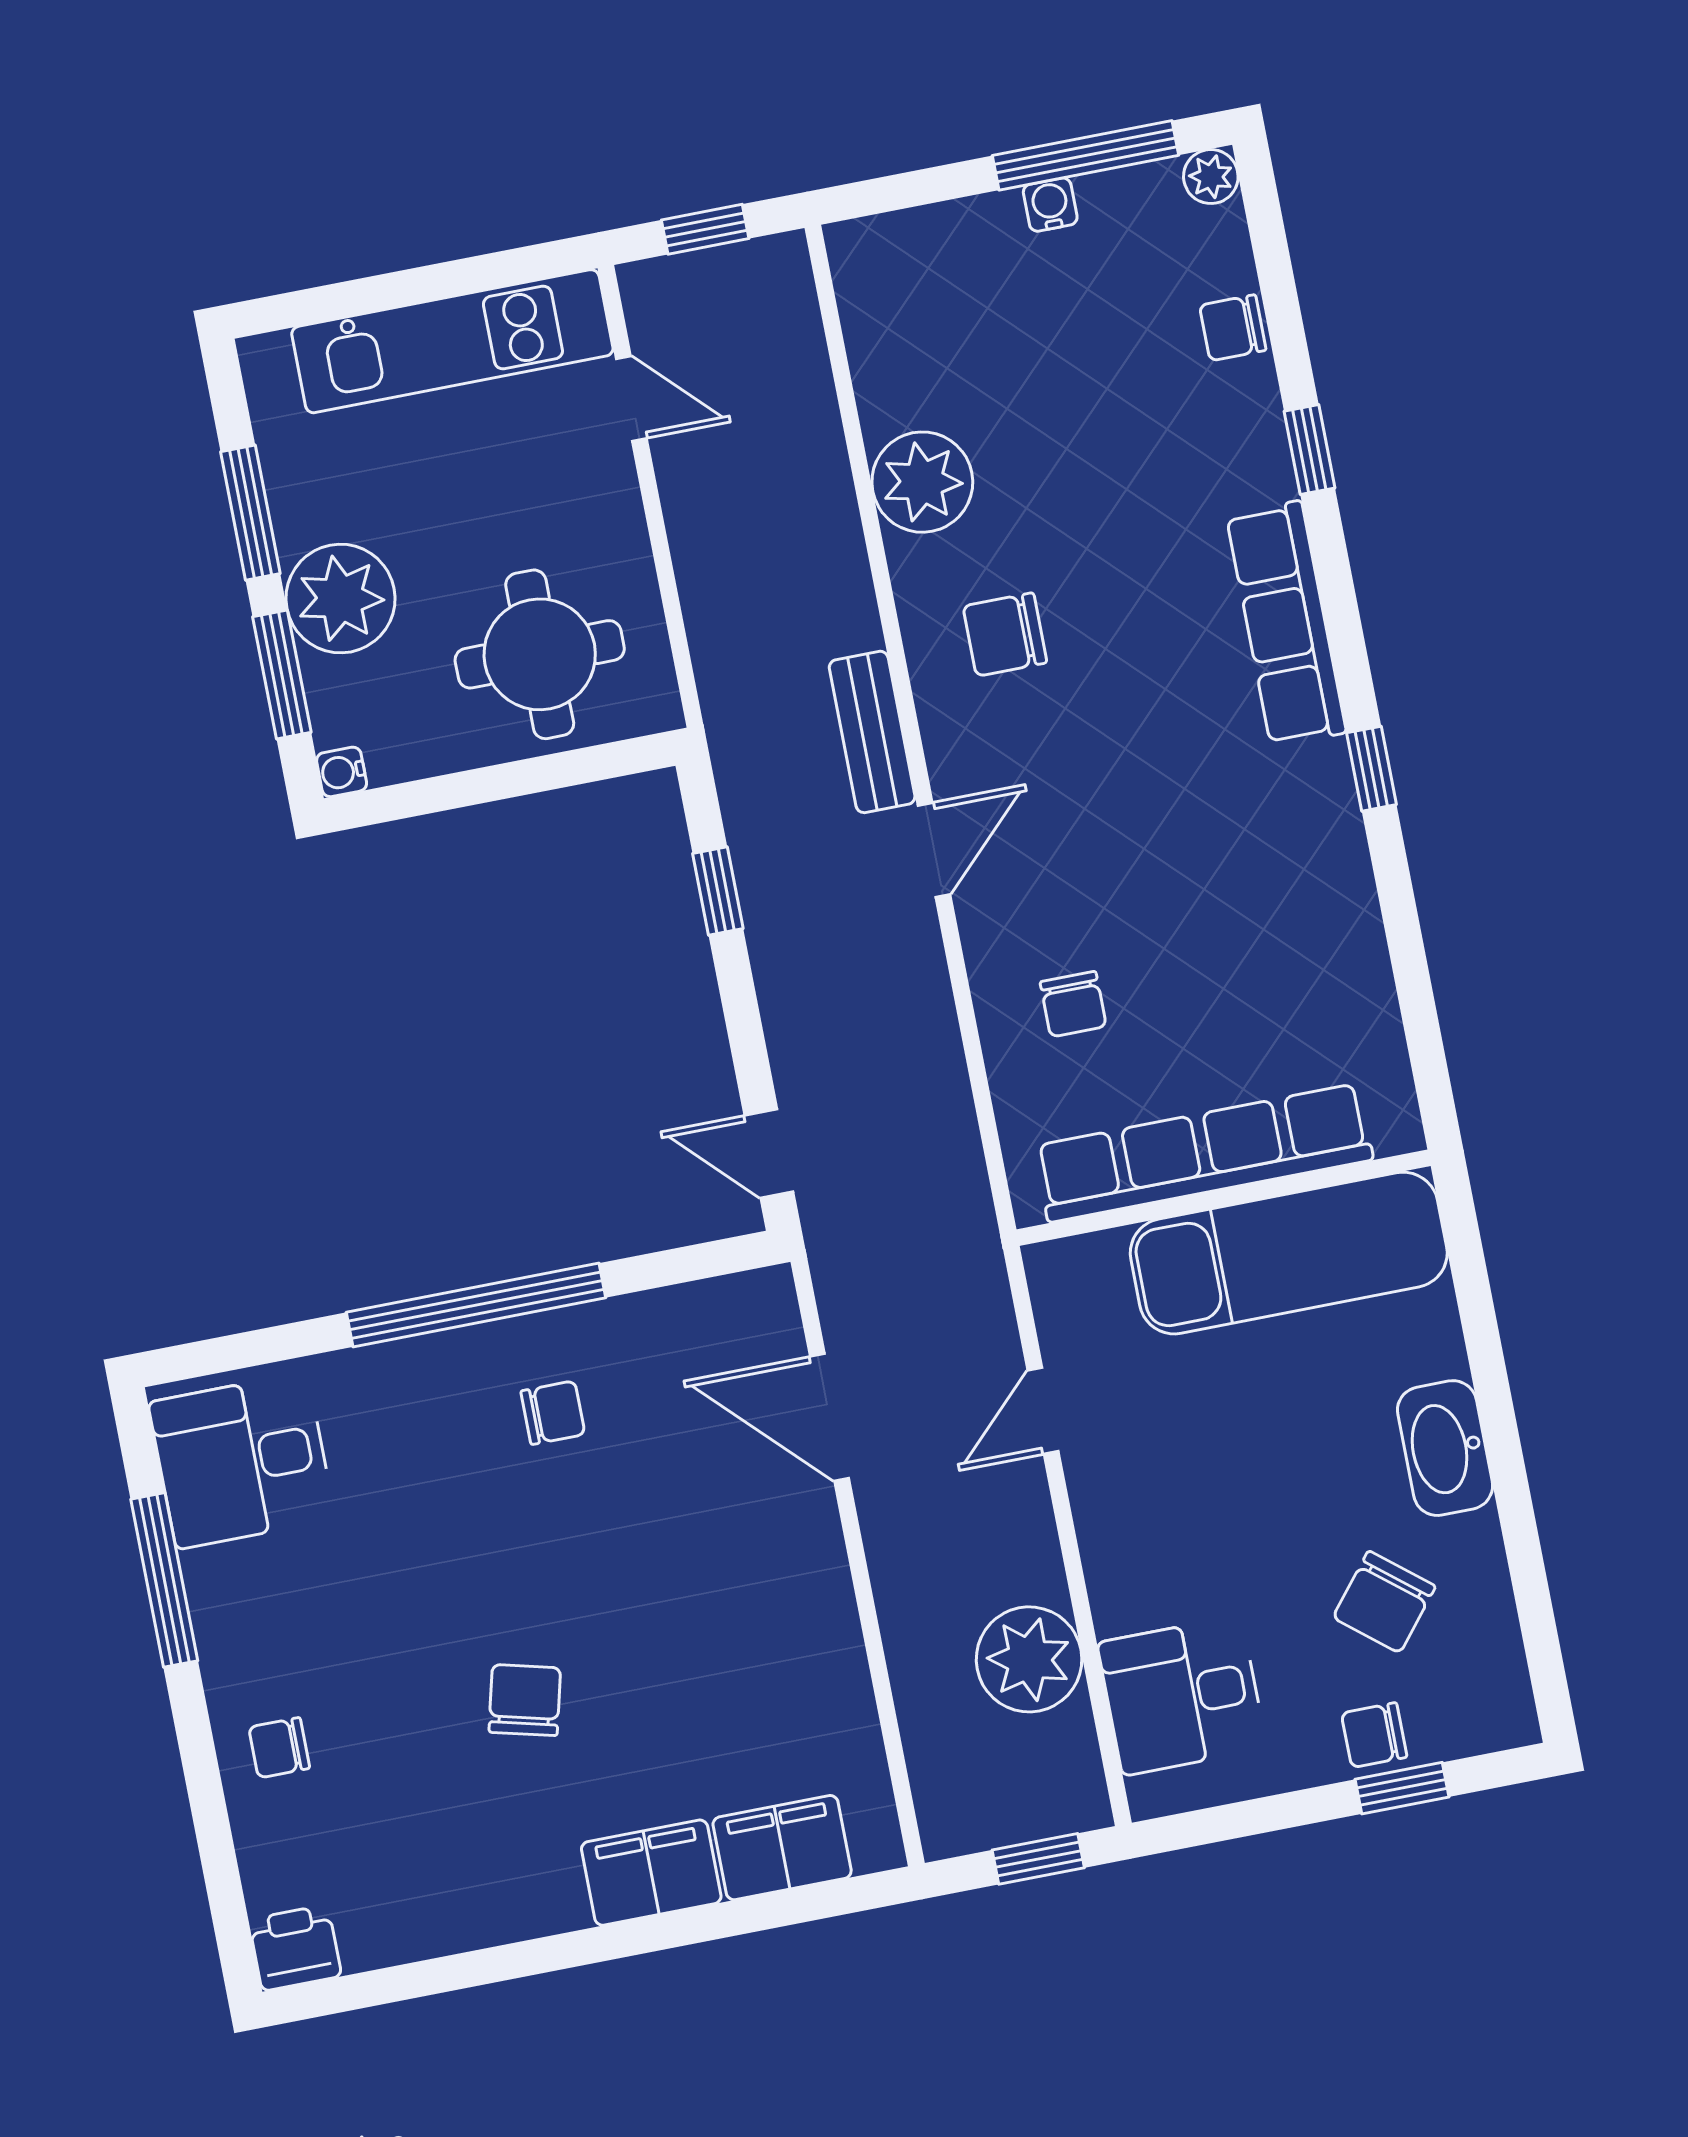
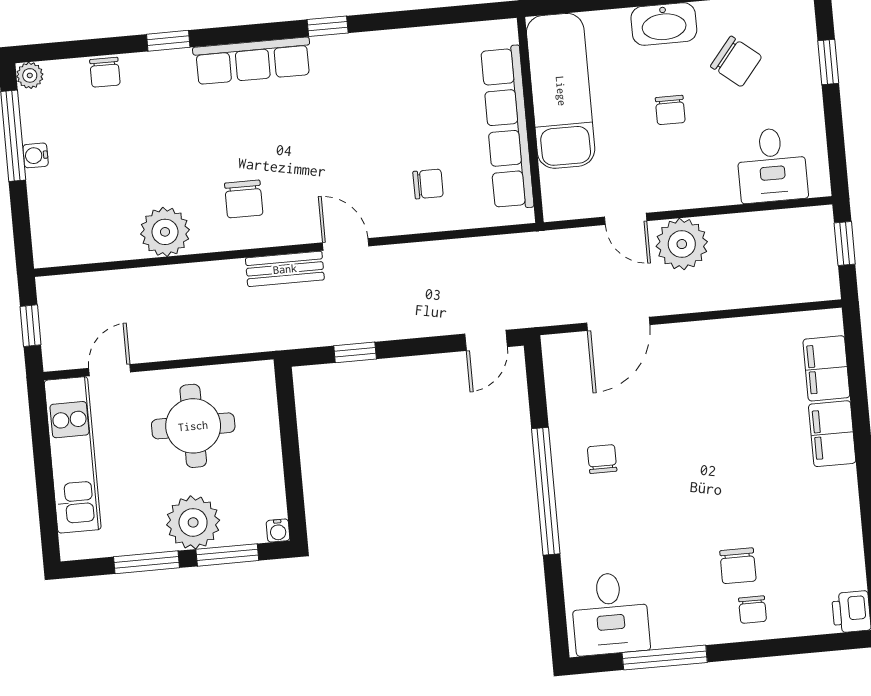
round table: (540, 654) -> (193, 426), moved
plant: (1029, 1659) -> (682, 244), moved
chair: (525, 1700) -> (738, 566), moved, turned -104
chair: (1374, 1735) -> (670, 110), moved

